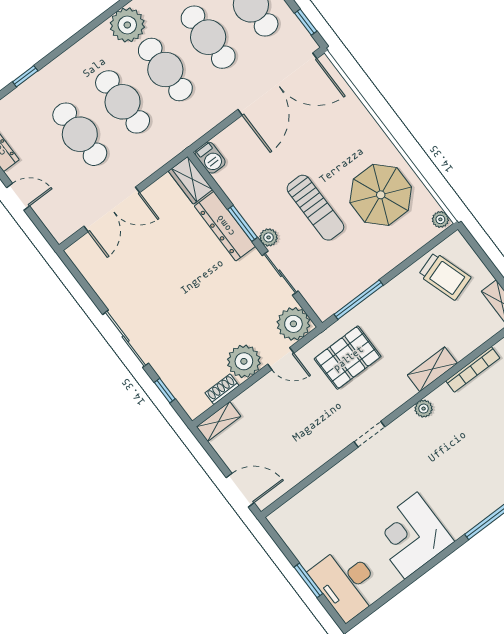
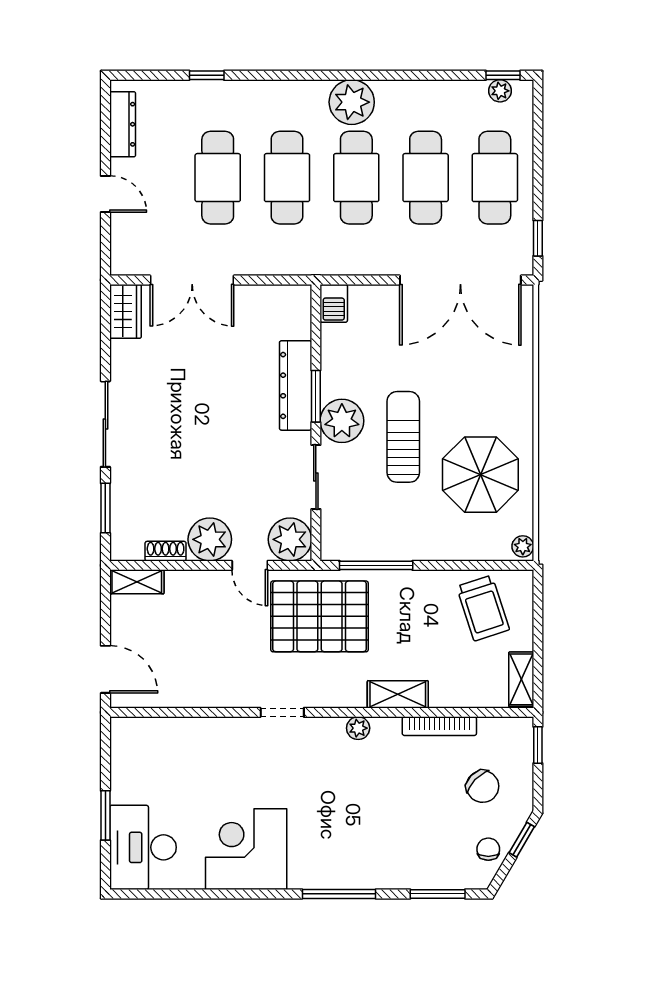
wardrobe: (190, 180) -> (125, 311), moved, turned 180
sun lounger: (315, 208) -> (403, 437), turned 180
plant: (269, 237) -> (342, 421), width x1.88, depth x1.88
pallet: (348, 358) -> (320, 616), width x1.37, depth x1.41
window: (165, 391) -> (105, 508), width x1.50

